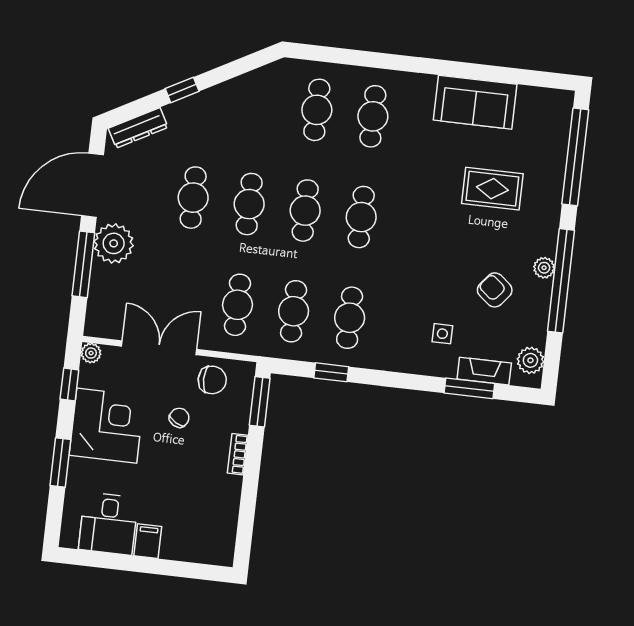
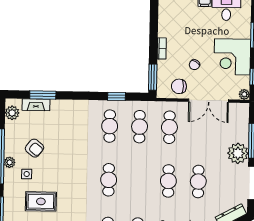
cafe table: (305, 211) -> (139, 180), removed
side table: (442, 334) -> (27, 174), moved

